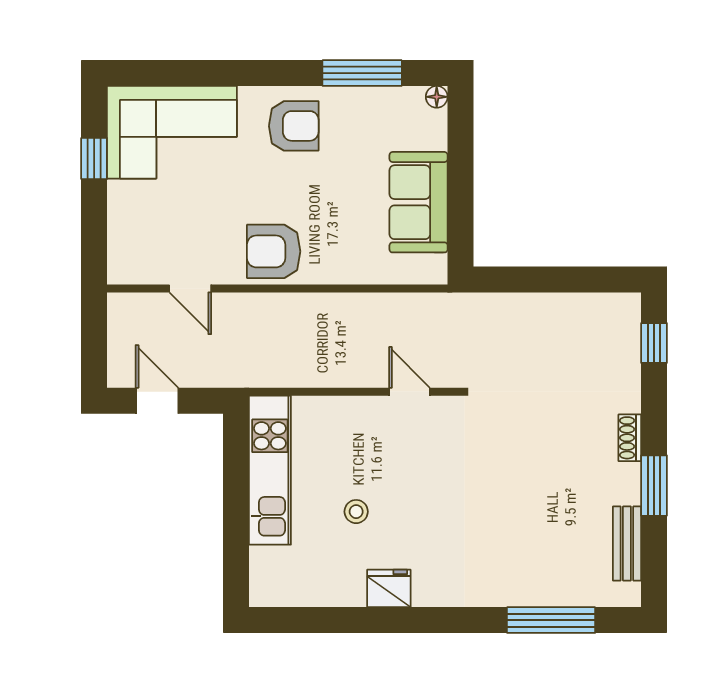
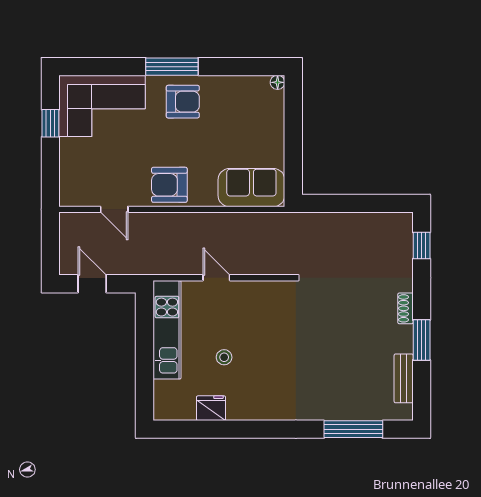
window: (362, 73) -> (172, 67), moved
sofa: (419, 202) -> (251, 188), moved, turned 90
door: (409, 392) -> (216, 278), moved
fridge: (389, 588) -> (211, 408), moved

